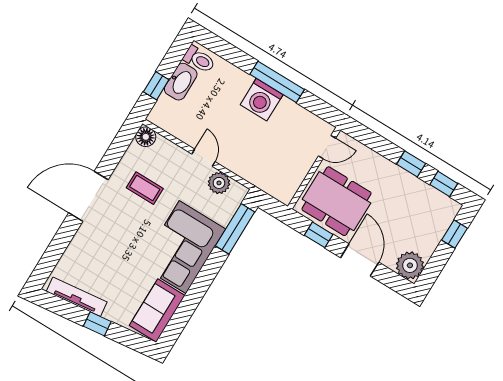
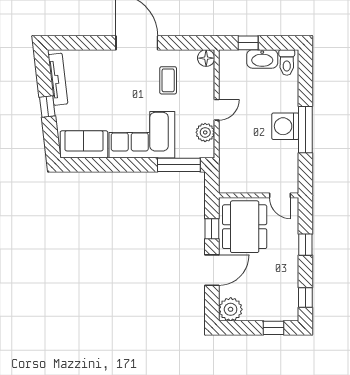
window: (411, 164) -> (305, 245), moved

